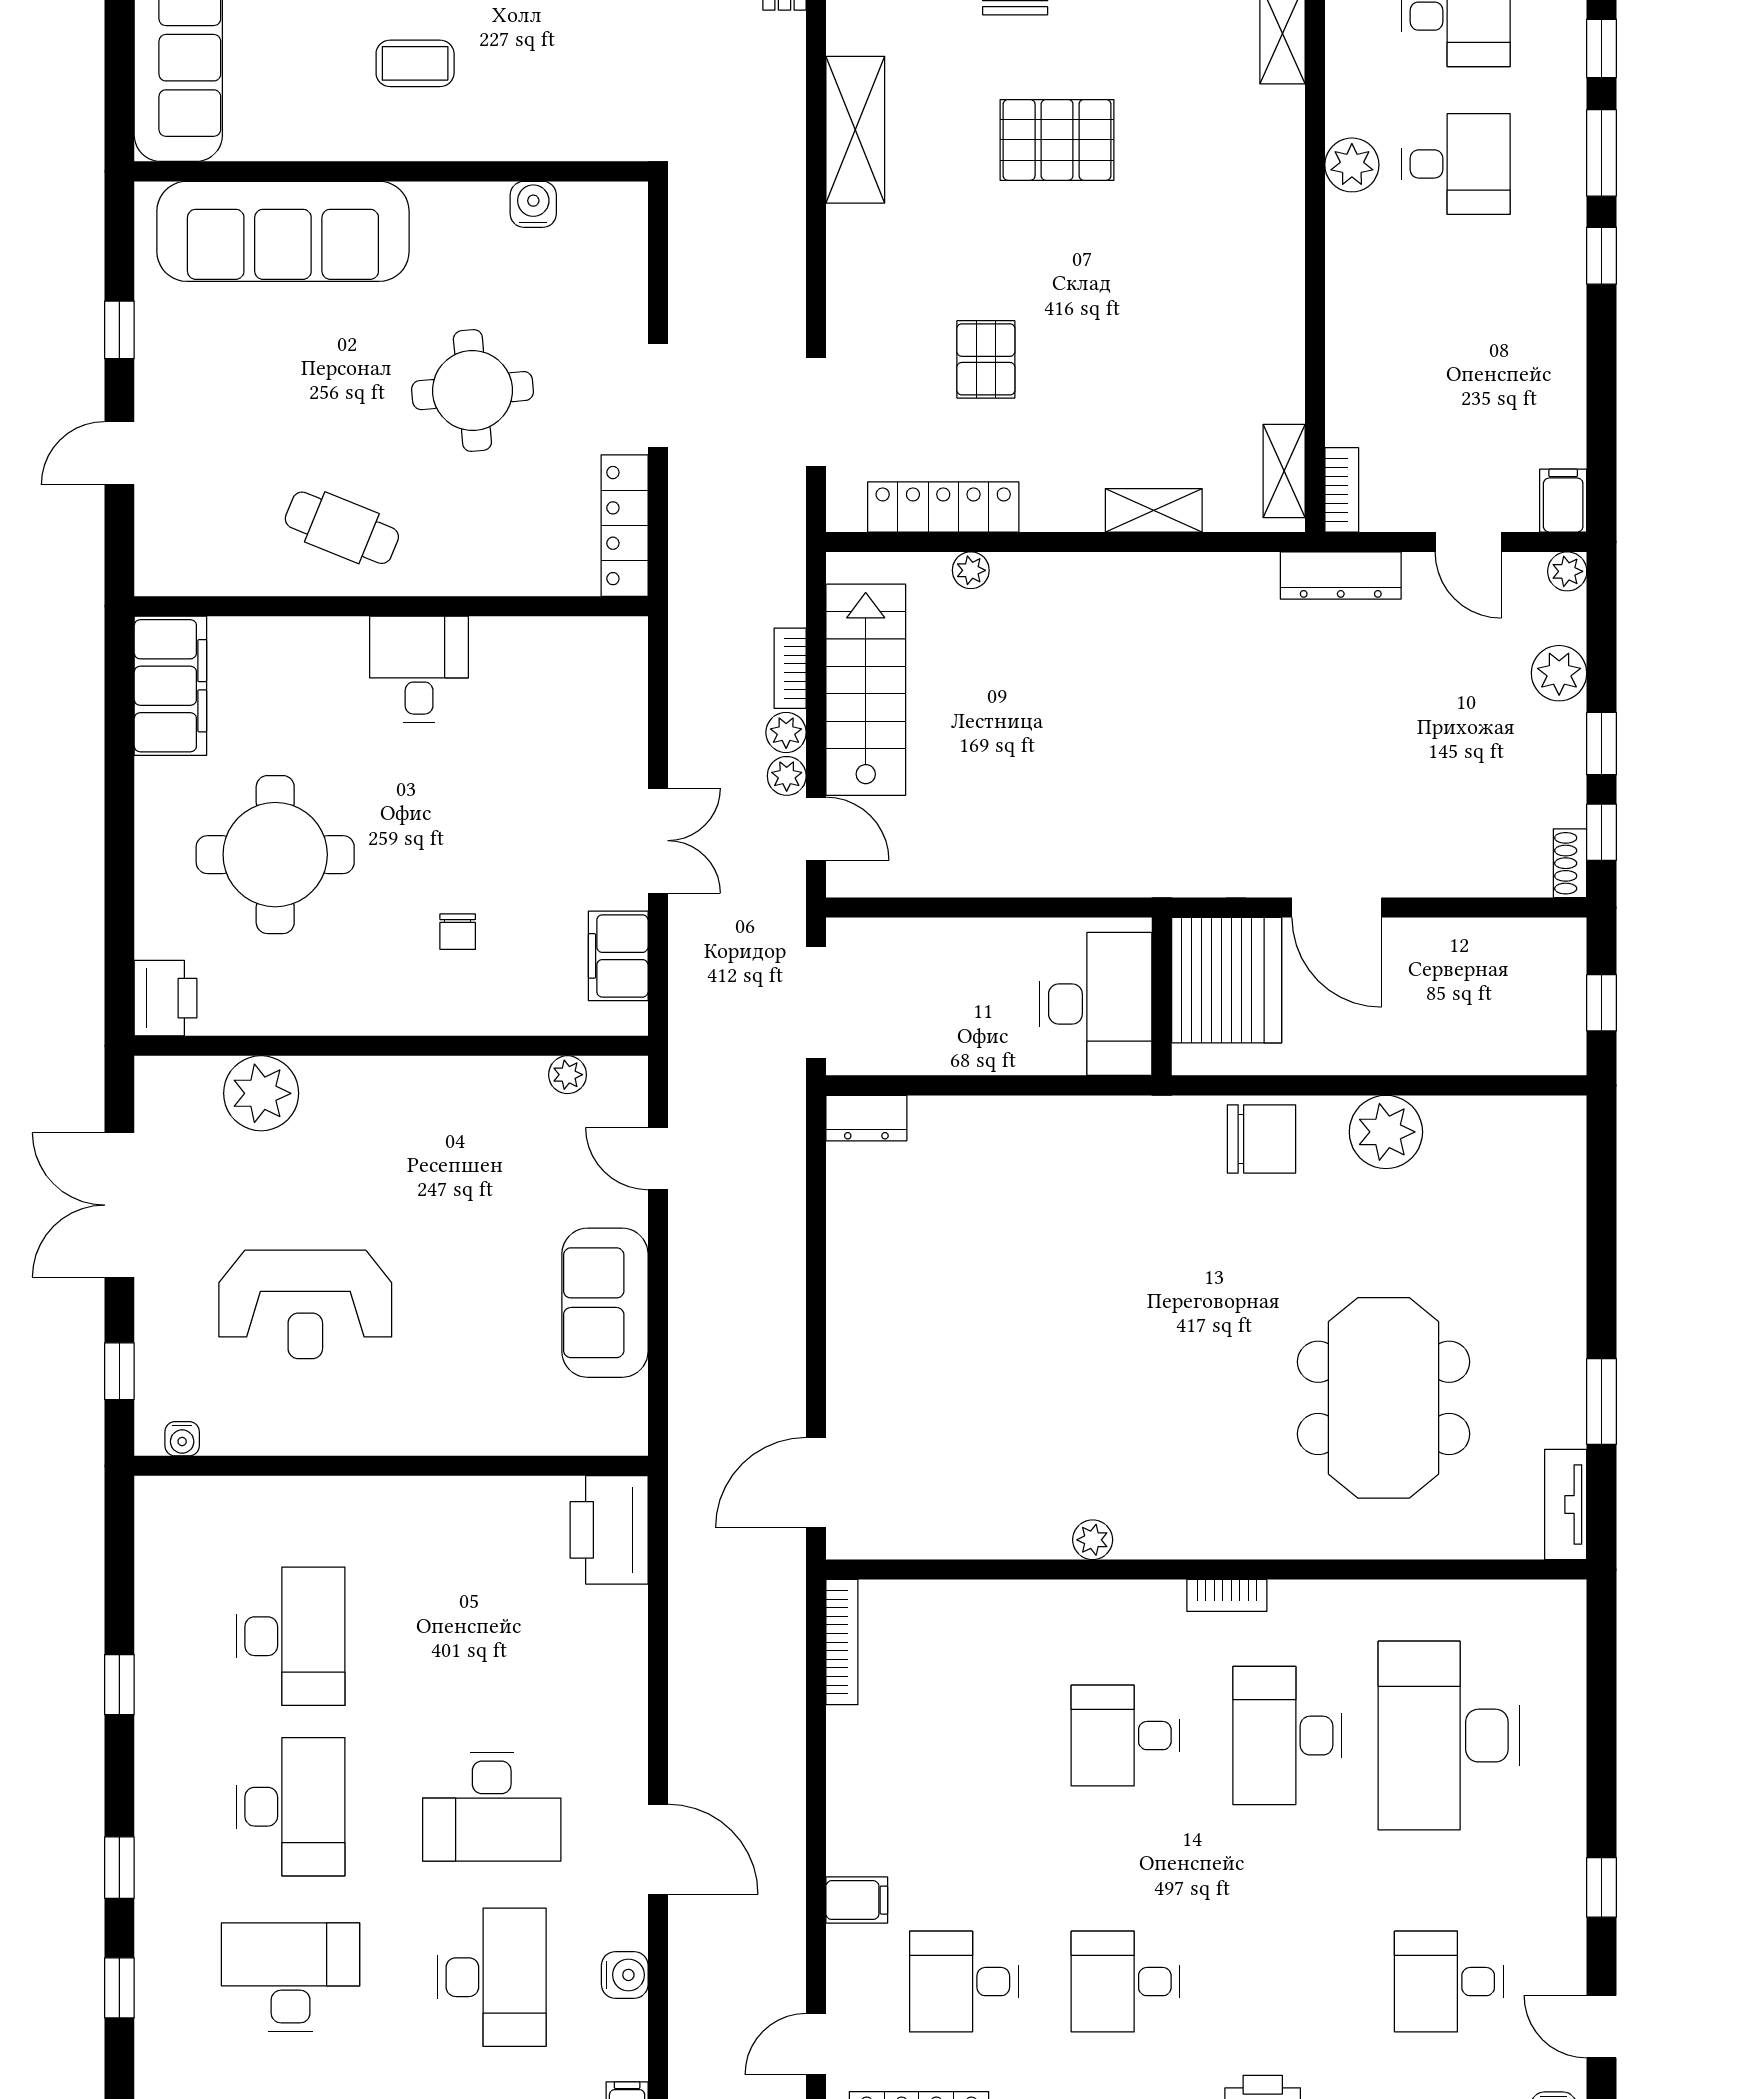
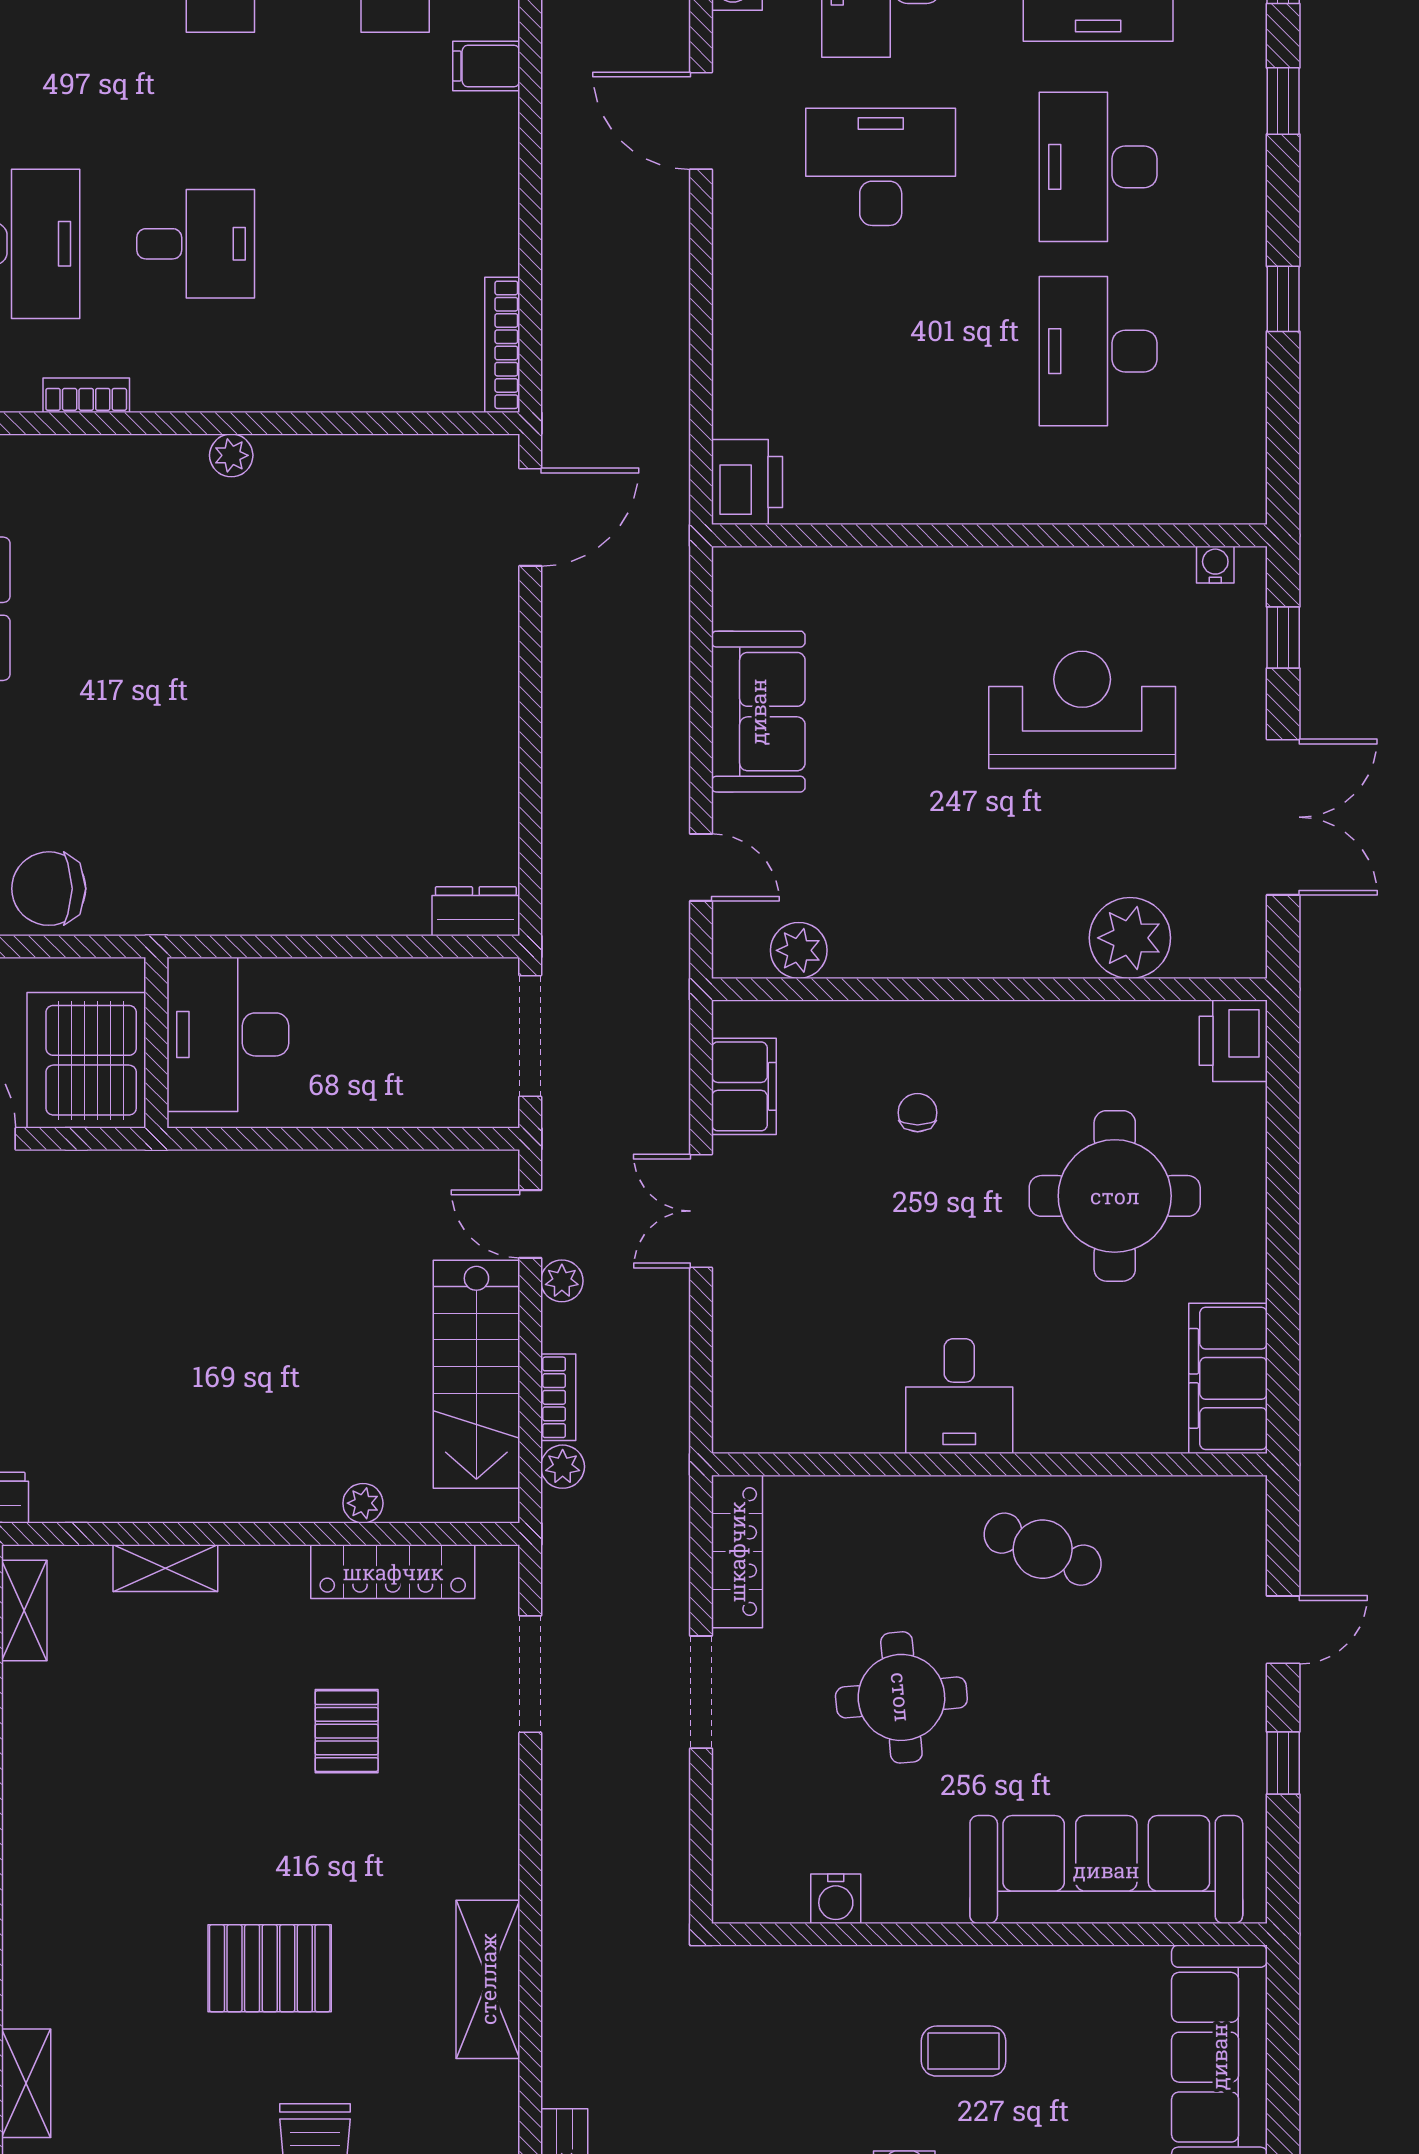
plant: (786, 732) -> (563, 1467), moved
plant: (568, 1075) -> (799, 950), width x1.38, depth x1.38
printer: (609, 1530) -> (747, 482), width x0.73, depth x0.84

